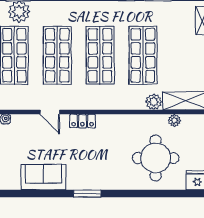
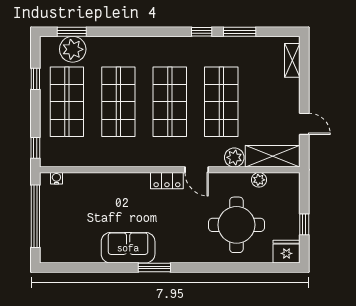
door: (50, 112) -> (197, 170), moved
locker: (83, 121) -> (167, 181), moved
sofa: (43, 177) -> (128, 248), moved

